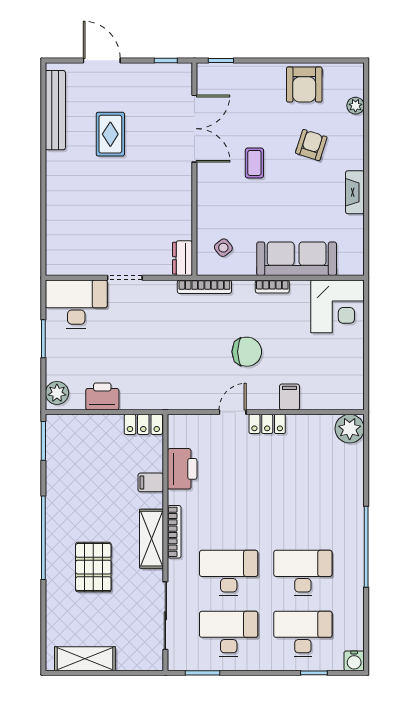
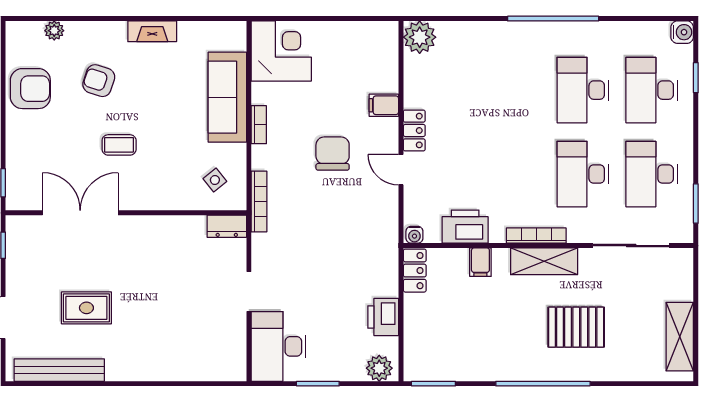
water cooler: (175, 424) -> (414, 235), added

